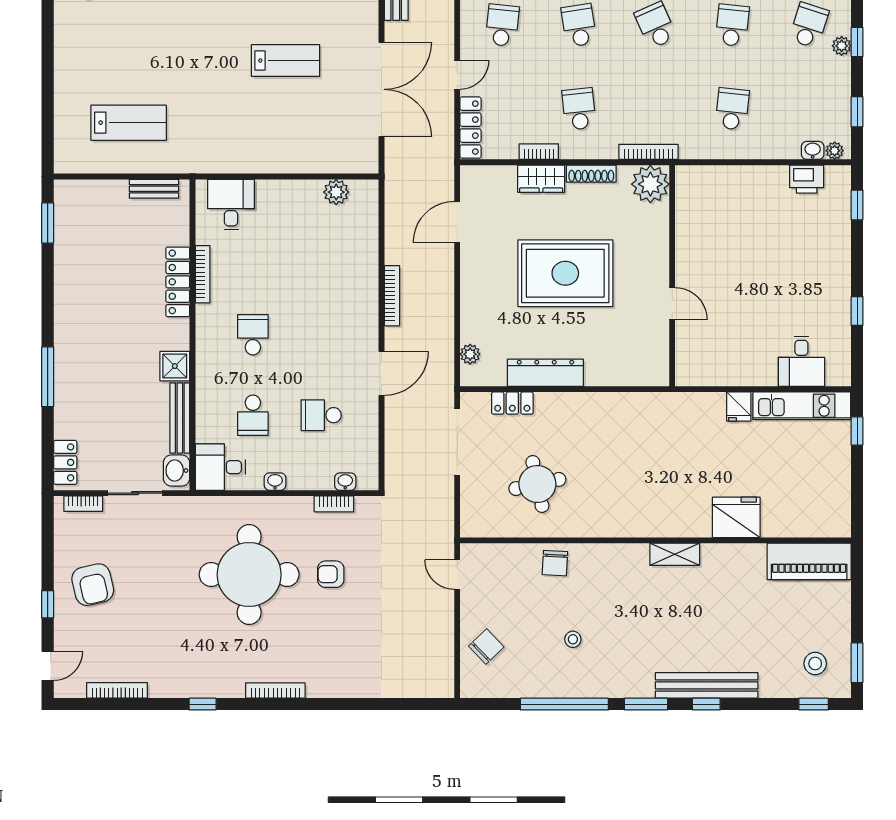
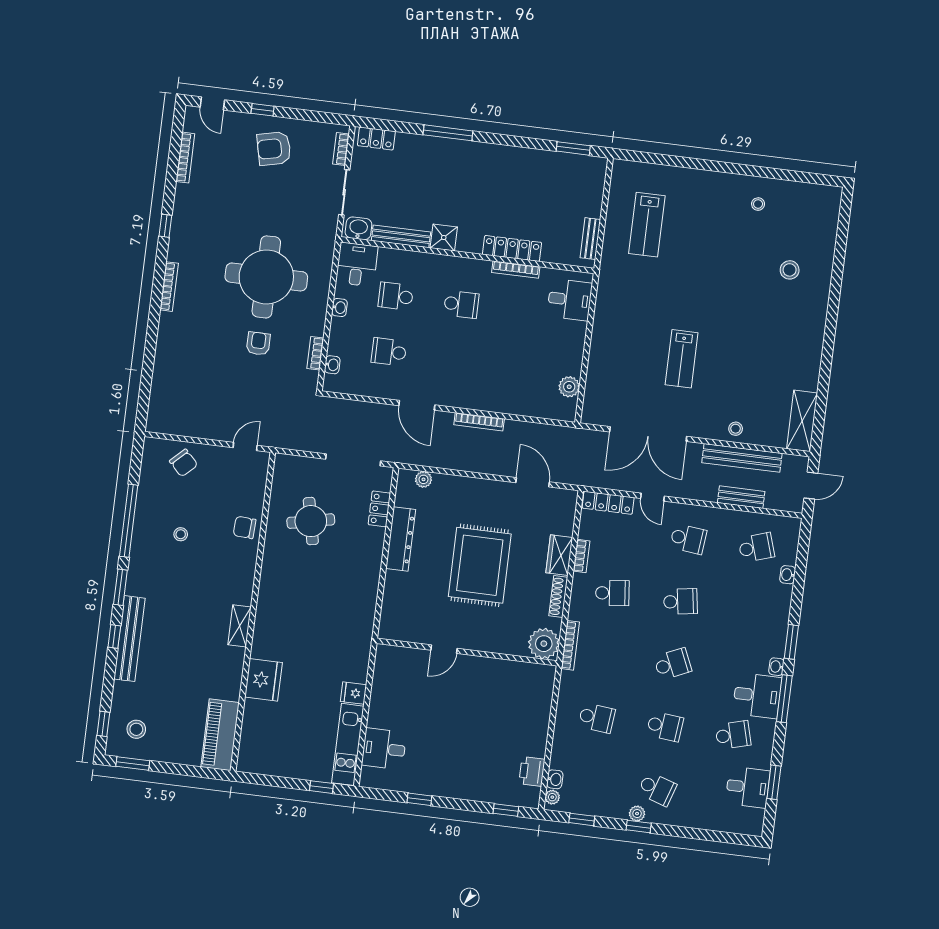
school desk: (321, 415) -> (389, 352), turned -90

